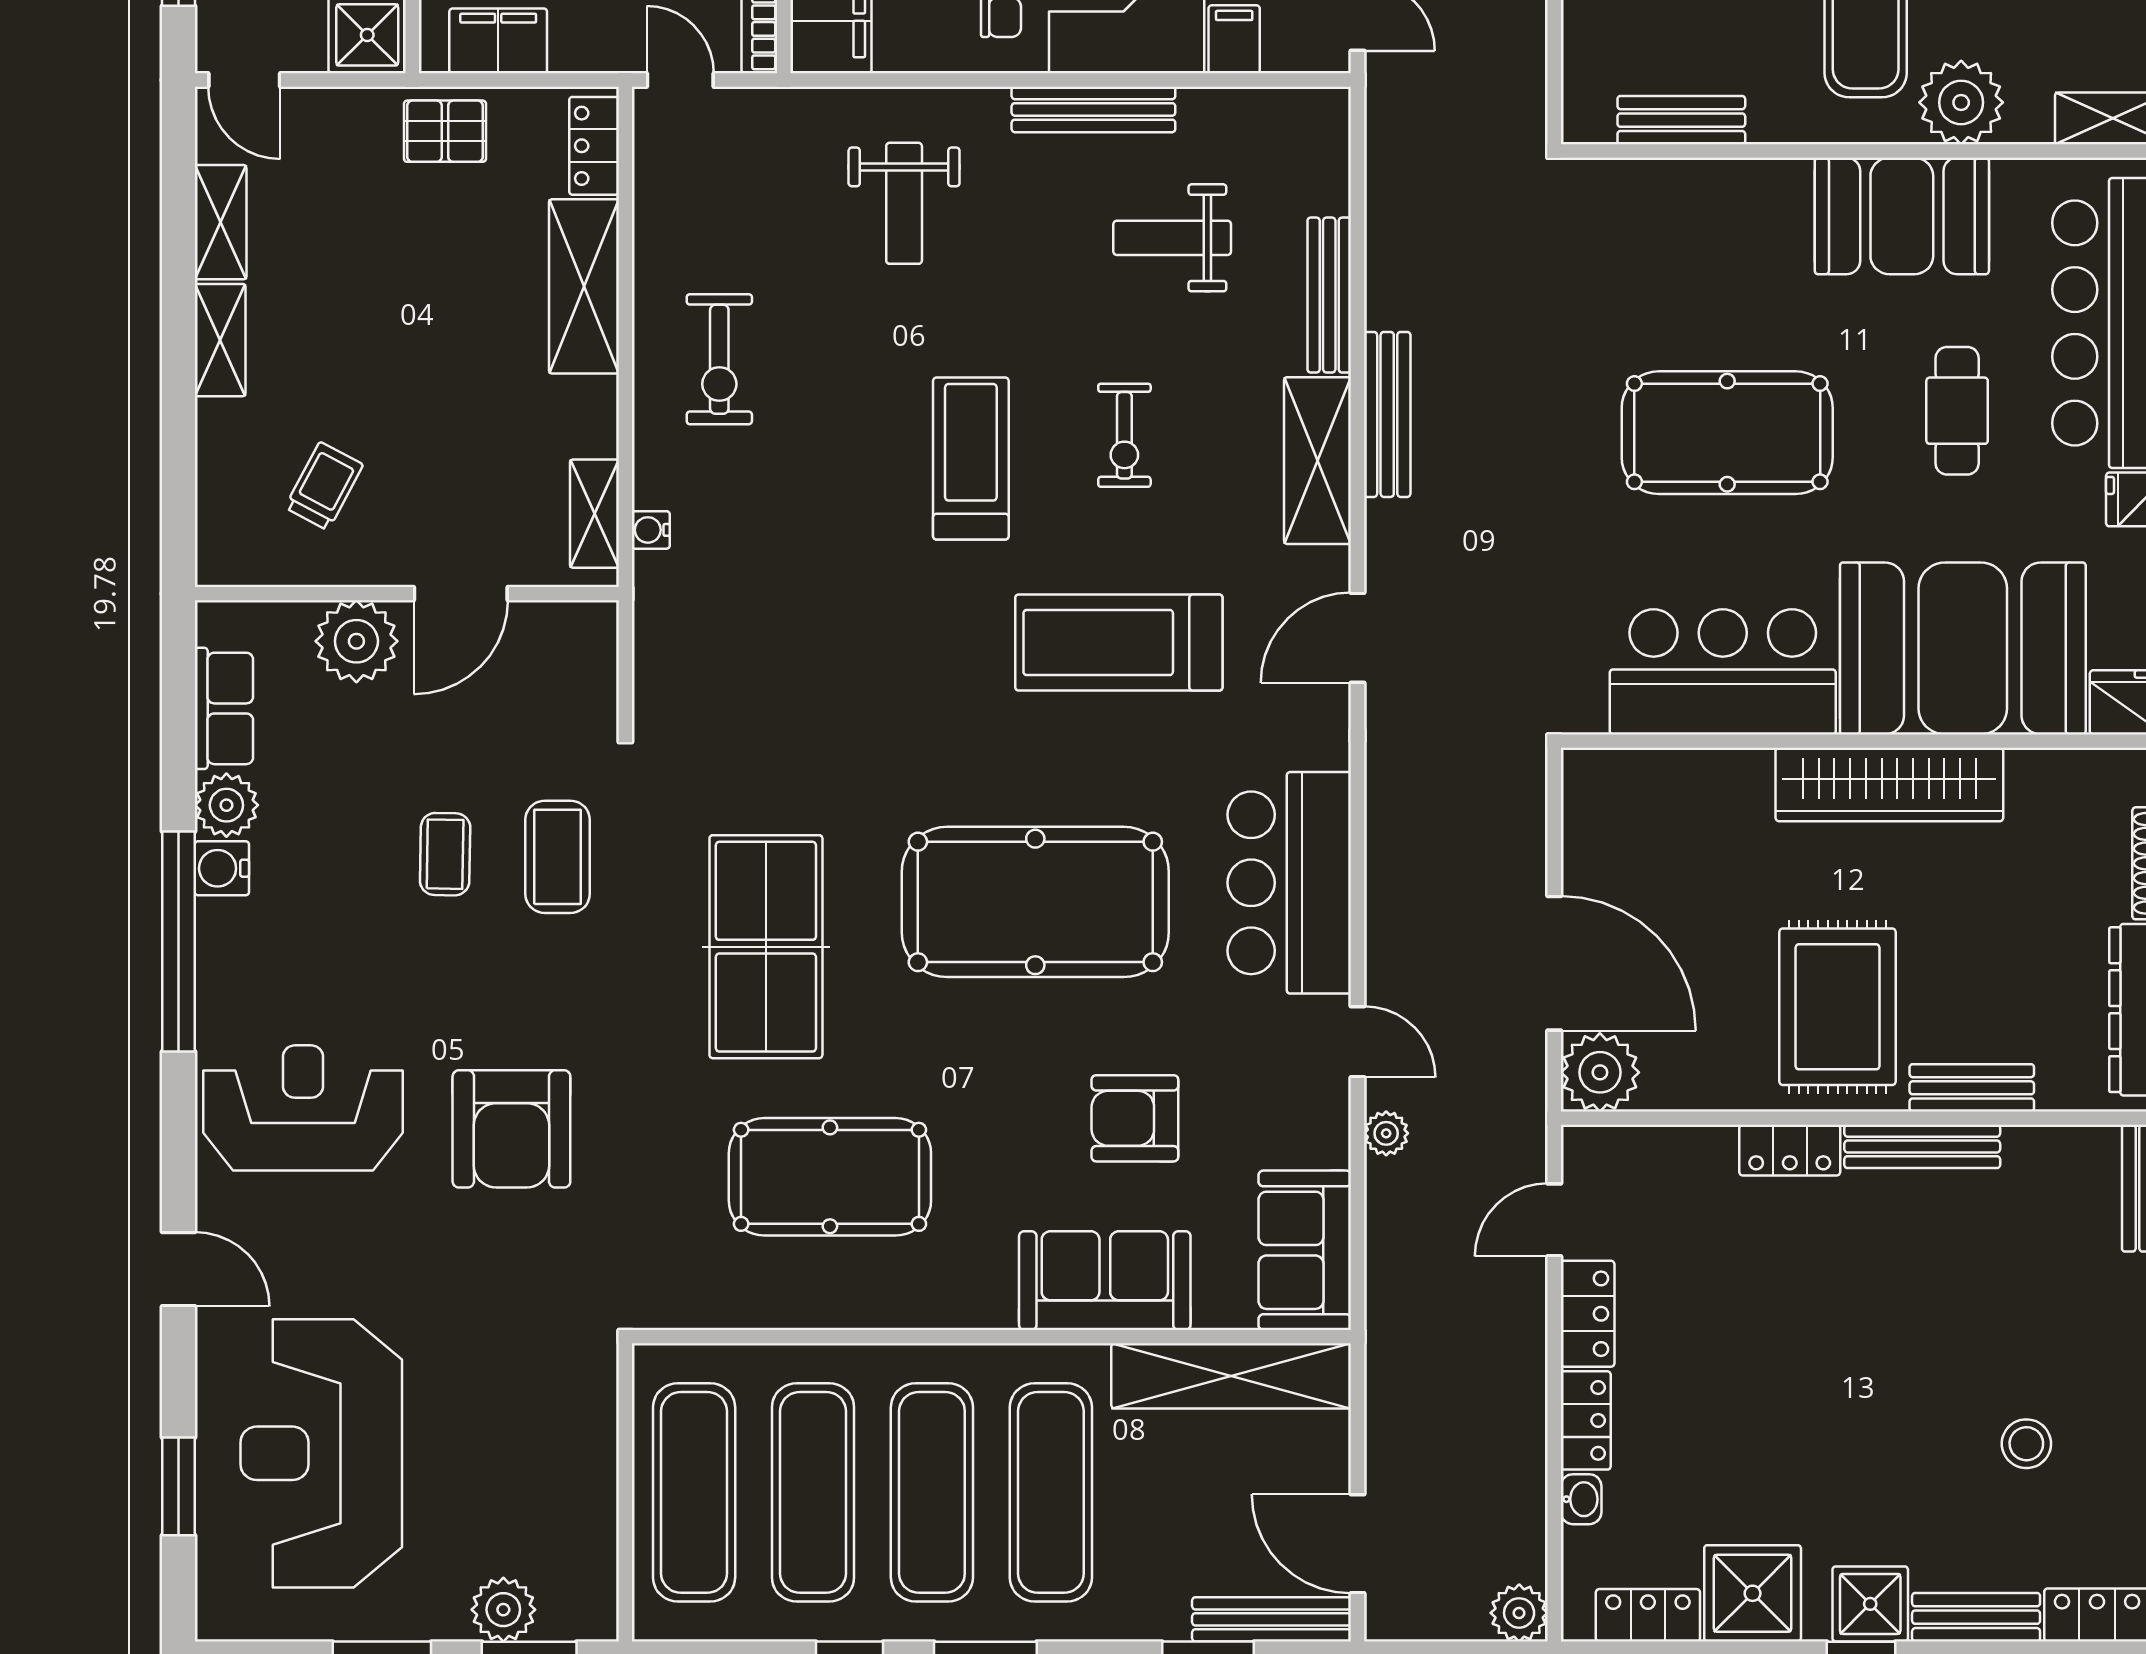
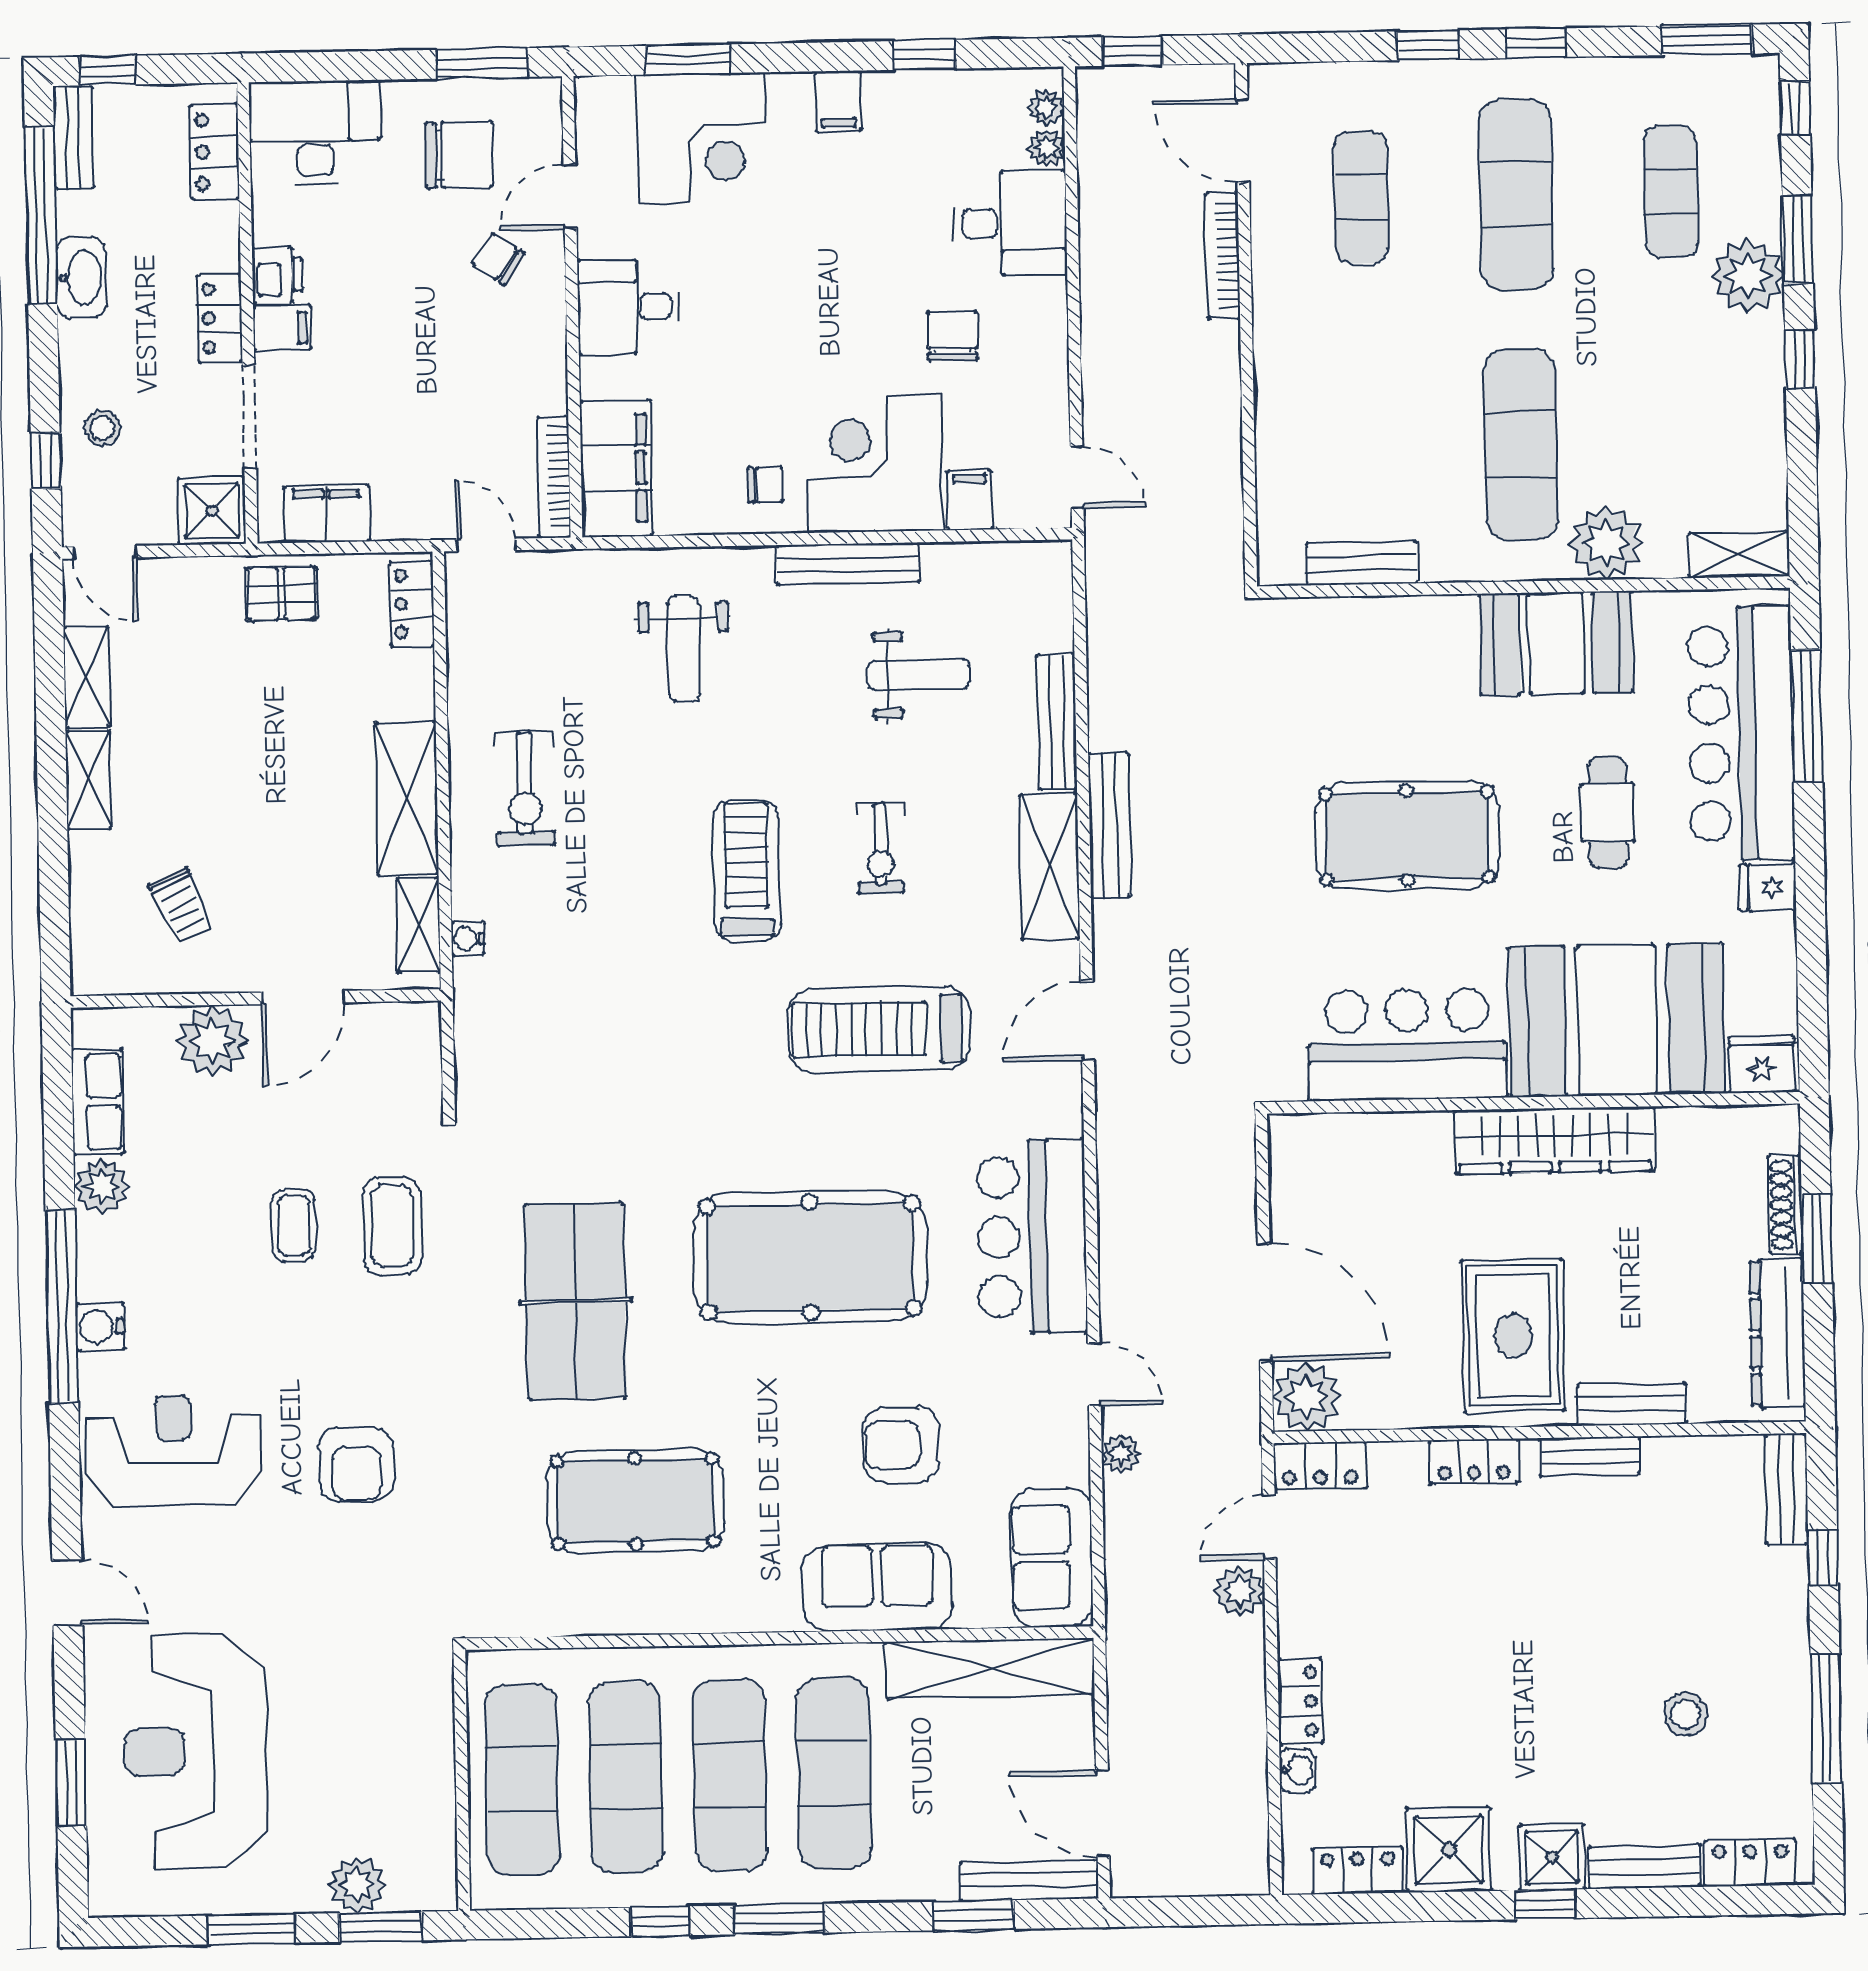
weight bench: (1172, 238) -> (919, 675), turned 180
shelving: (584, 286) -> (407, 798), moved
trolley: (324, 486) -> (182, 906), turned 127
water cooler: (222, 868) -> (100, 1326), moved
armchair: (511, 1129) -> (356, 1465), width x0.73, depth x0.73
bench: (1922, 1146) -> (1590, 1456), width x0.73
locker: (1588, 1314) -> (1320, 1466), moved, turned 90
plant: (1519, 1613) -> (1240, 1591), moved

